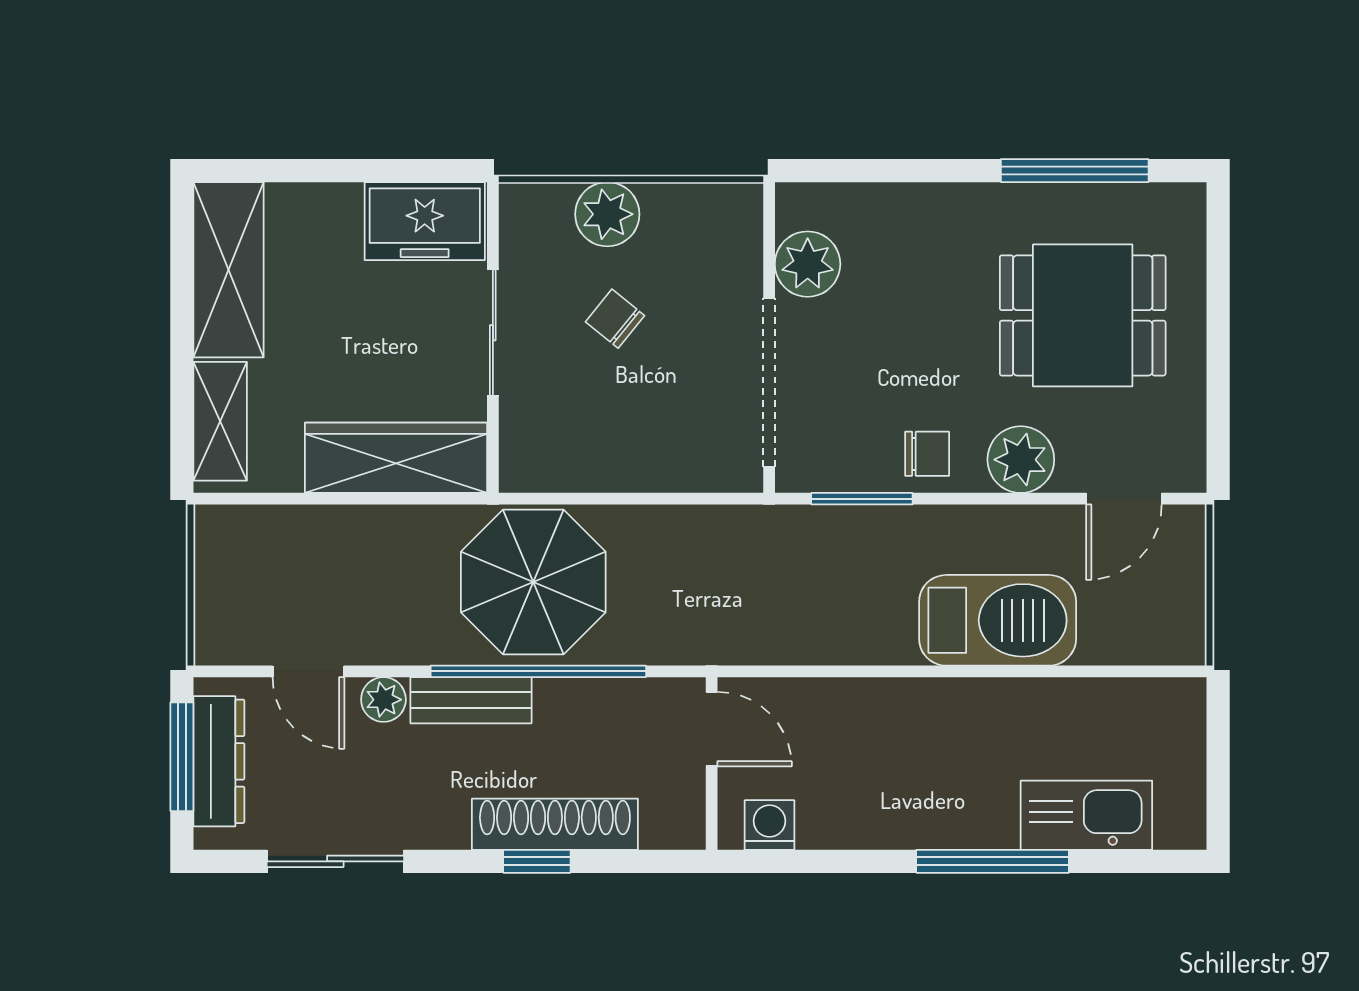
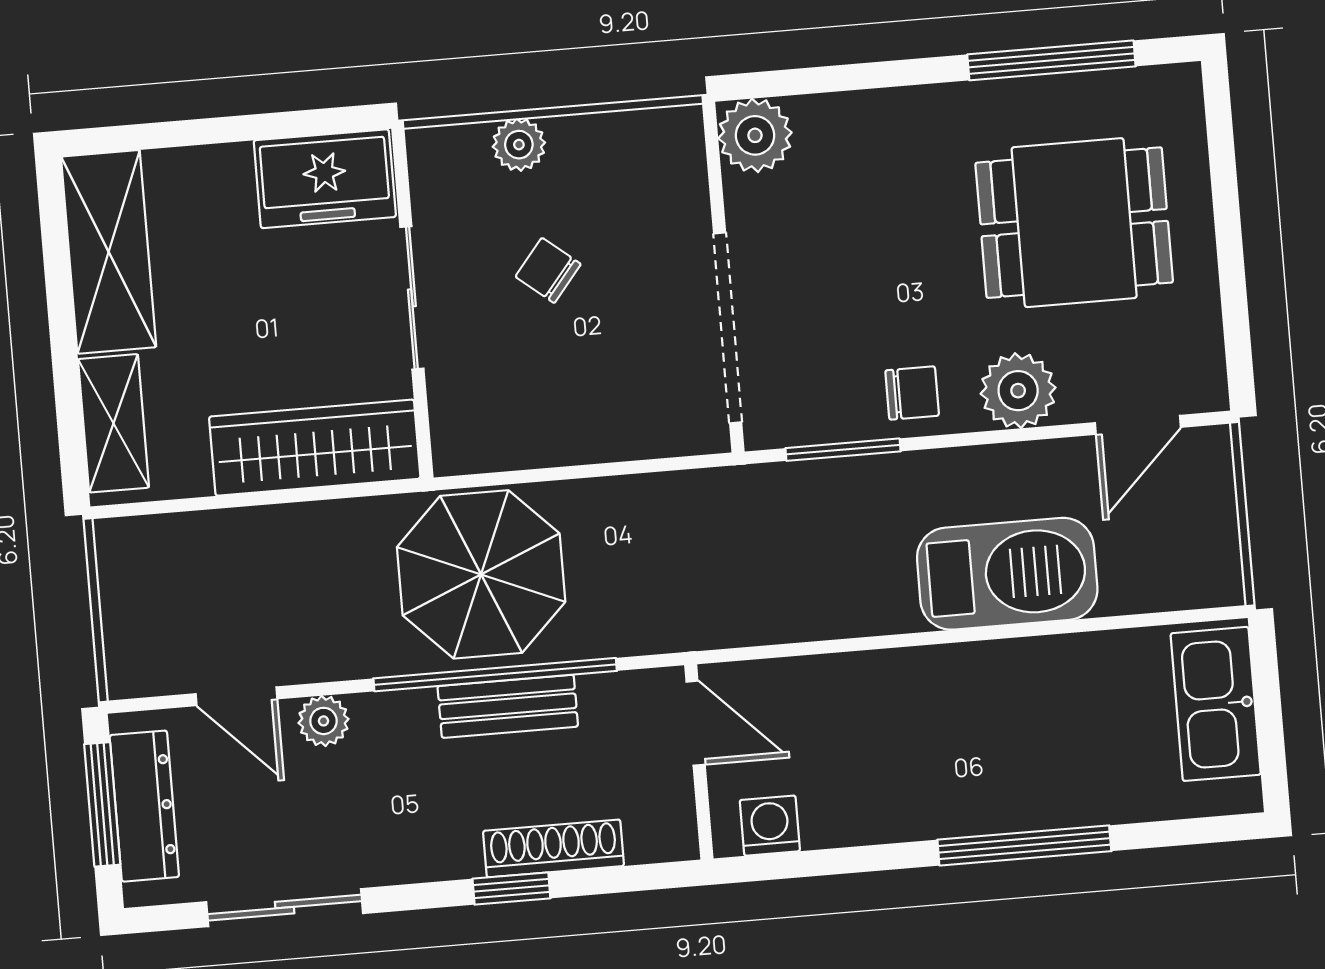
plant: (607, 214) -> (519, 145), width x0.73, depth x0.73
plant: (808, 264) -> (755, 135), moved
bench: (471, 700) -> (508, 706), moved
kitchen sink: (1086, 815) -> (1216, 704), moved, turned -90
shoe rack: (555, 824) -> (553, 848), width x0.74, depth x0.81

